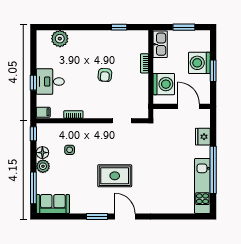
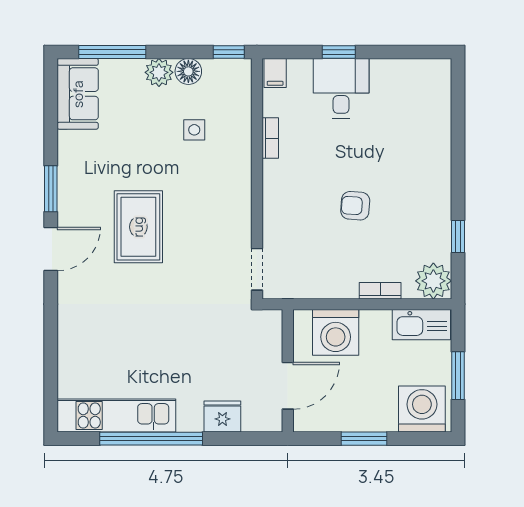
plant: (60, 39) -> (433, 281), moved
washing machine: (199, 63) -> (422, 409), moved
doorway: (122, 121) -> (257, 269), moved

